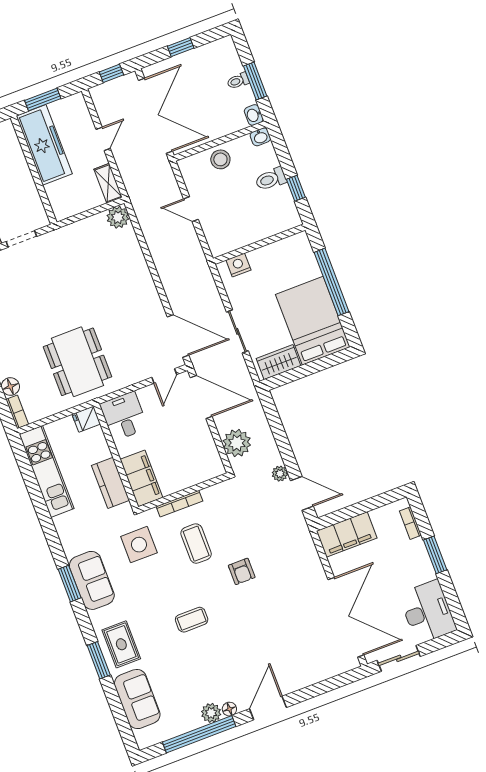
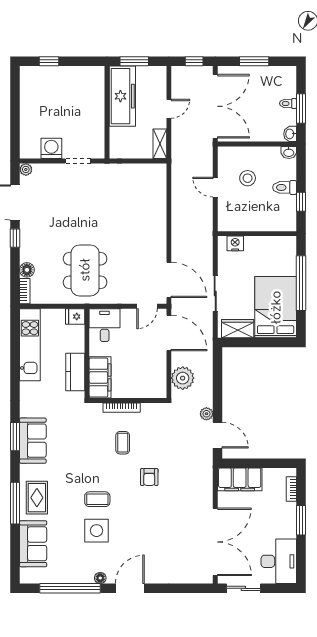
window: (181, 47) -> (254, 61), width x1.50
stool: (220, 159) -> (248, 178), moved
plant: (118, 217) -> (157, 172), removed
coffee table: (196, 544) -> (123, 443), width x0.73, depth x0.77
side table: (139, 545) -> (97, 531), moved
window: (99, 660) -> (15, 503), width x1.44
plant: (211, 713) -> (85, 576), removed

